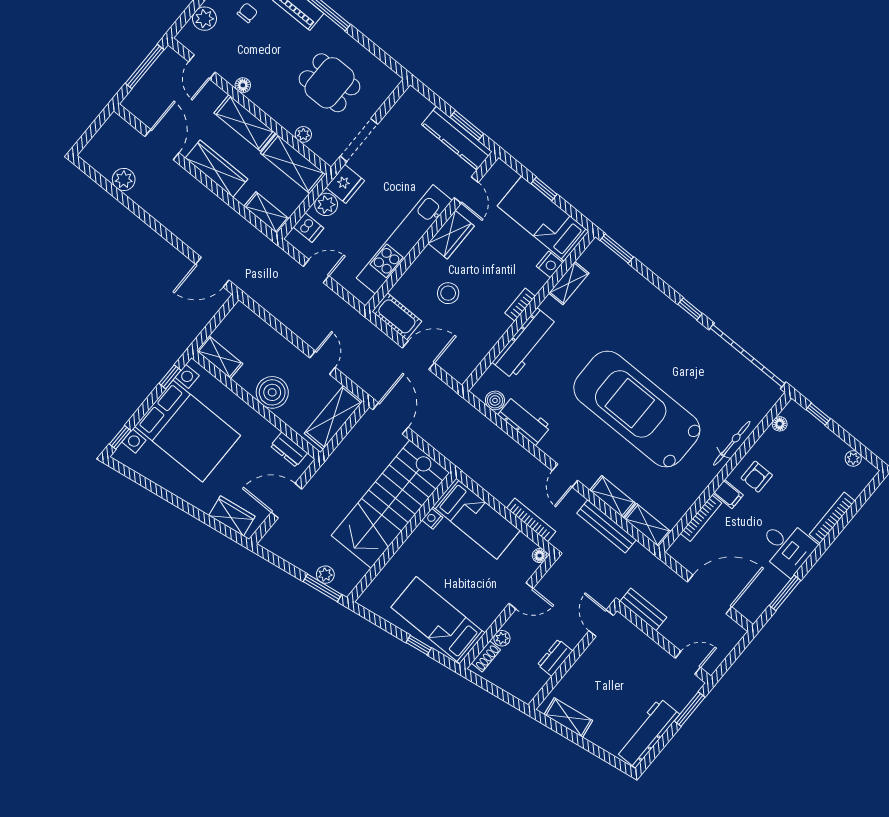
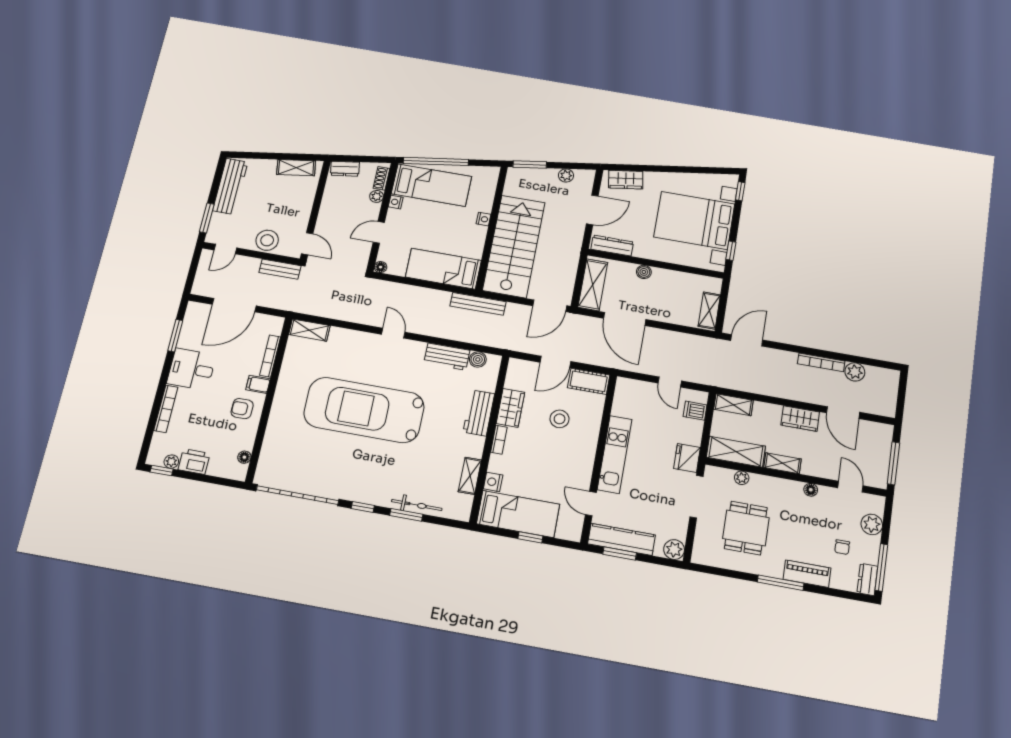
dining table: (330, 83) -> (746, 528), turned 90
shelving: (245, 123) -> (782, 463), width x0.67, depth x0.75
wardrobe: (216, 169) -> (800, 419), width x0.67
plant: (326, 204) -> (674, 550), moved
wardrobe: (451, 235) -> (510, 408), moved, turned 180
kitchen unit: (404, 239) -> (615, 454), width x0.73
window: (617, 249) -> (406, 515), moved
door: (316, 271) -> (670, 382), hinge flipped
workbench: (525, 343) -> (479, 413), width x0.73
shelving: (220, 357) -> (709, 311), moved, turned 90
door: (322, 363) -> (625, 319), width x1.88
boiler: (272, 392) -> (644, 272), width x0.54, depth x0.54
car: (637, 409) -> (364, 410), turned 180
window: (818, 414) -> (162, 470), moved
door: (390, 418) -> (550, 306), hinge flipped
bicycle: (732, 443) -> (417, 505), moved, turned -90
printer: (831, 446) -> (194, 462), added
dresser: (289, 450) -> (612, 246), width x1.44
armchair: (757, 477) -> (242, 409), turned -90
shelving: (612, 497) -> (348, 337), removed
nightstand: (432, 519) -> (483, 219), moved
bookcase: (531, 520) -> (821, 362), moved
bench: (606, 526) -> (478, 304), moved
plant: (325, 575) -> (566, 175), moved
nightstand: (485, 621) -> (396, 202), added
window: (419, 645) -> (436, 161), width x3.17
stool: (640, 649) -> (267, 240), added
dresser: (555, 658) -> (345, 169), moved, turned 81

